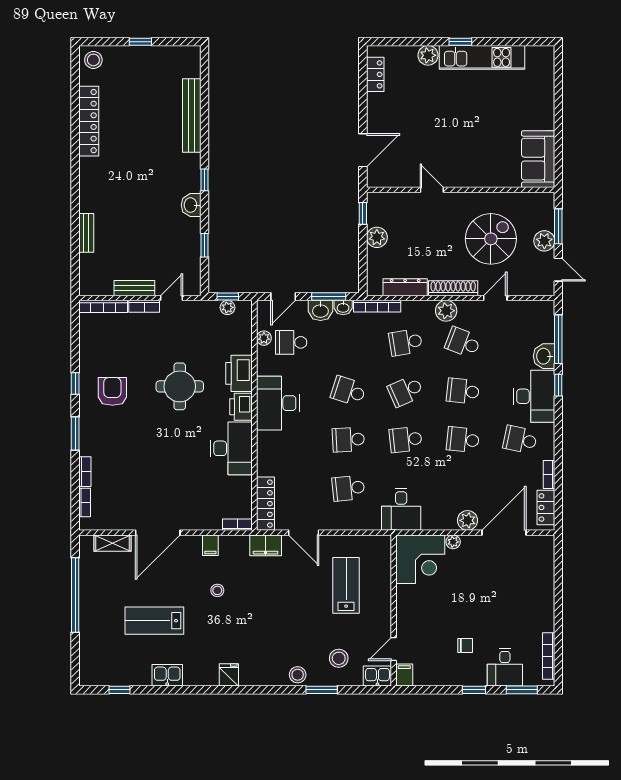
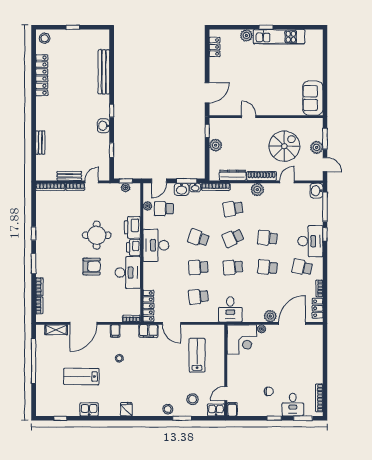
school desk: (463, 342) -> (267, 209), removed
washbasin: (544, 356) -> (316, 191), moved
armchair: (112, 391) -> (92, 266), moved, turned 90

